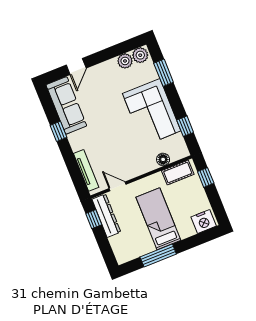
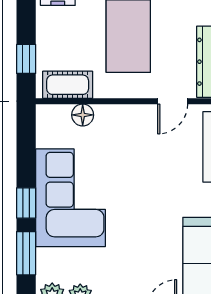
window: (185, 126) -> (26, 203), moved
door: (118, 186) -> (173, 101), hinge flipped

